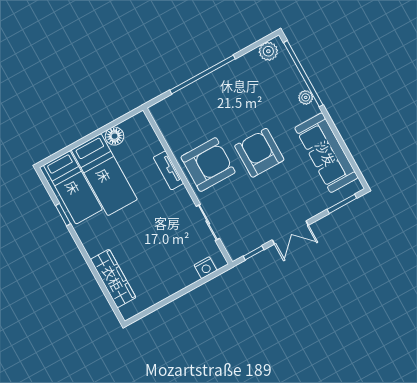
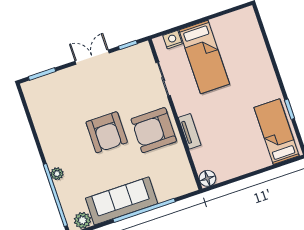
floor lamp: (115, 136) -> (207, 178), moved
sofa: (326, 153) -> (122, 201), moved, turned -90
bed: (104, 175) -> (204, 57), moved, turned 180
wardrobe: (113, 278) -> (256, 45), removed

